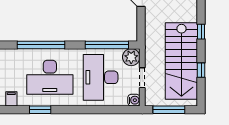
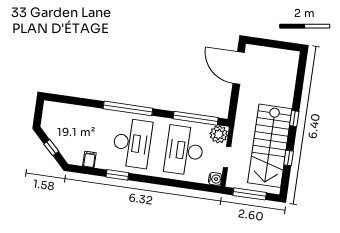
desk: (50, 77) -> (132, 143), turned -90

